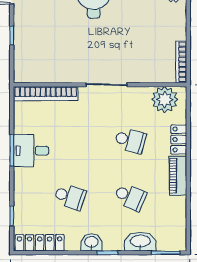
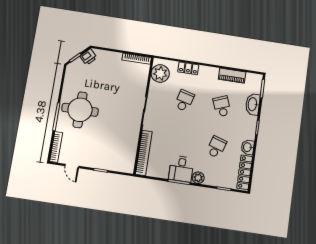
piano: (178, 176) -> (232, 76), moved
plant: (22, 177) -> (198, 178), added
school desk: (130, 197) -> (222, 106), turned -45
washbasin: (91, 242) -> (248, 147), moved

